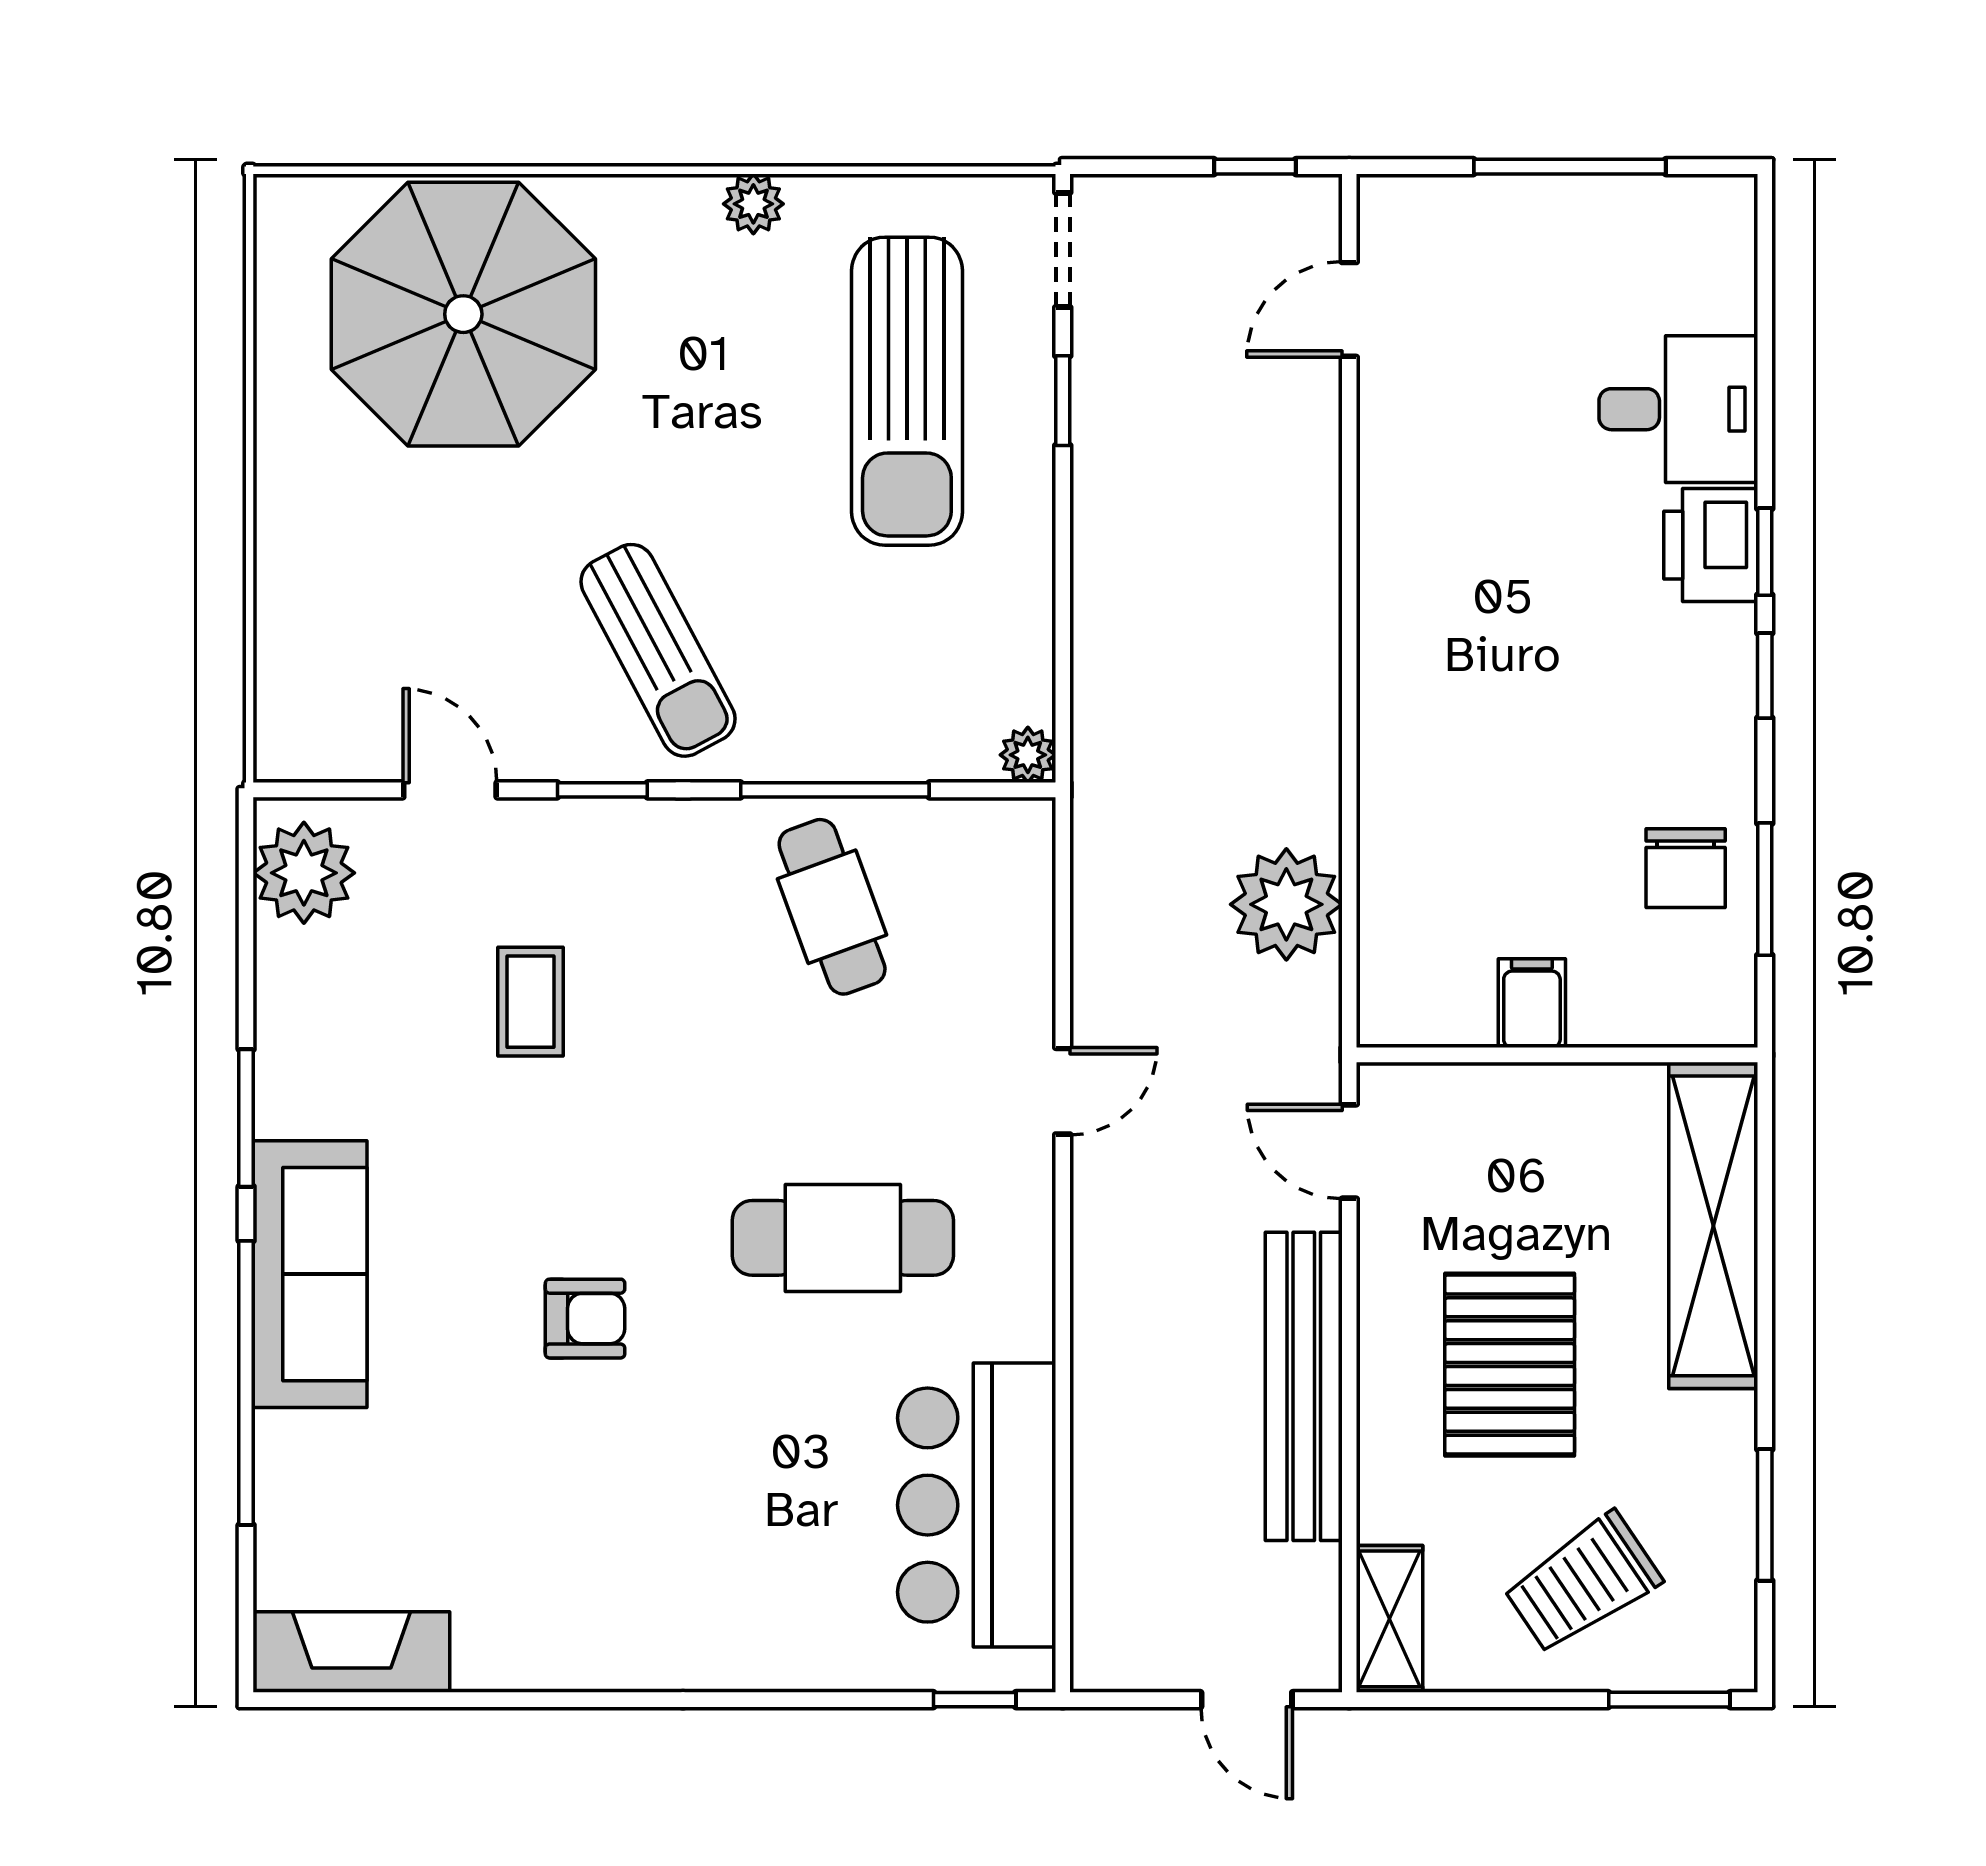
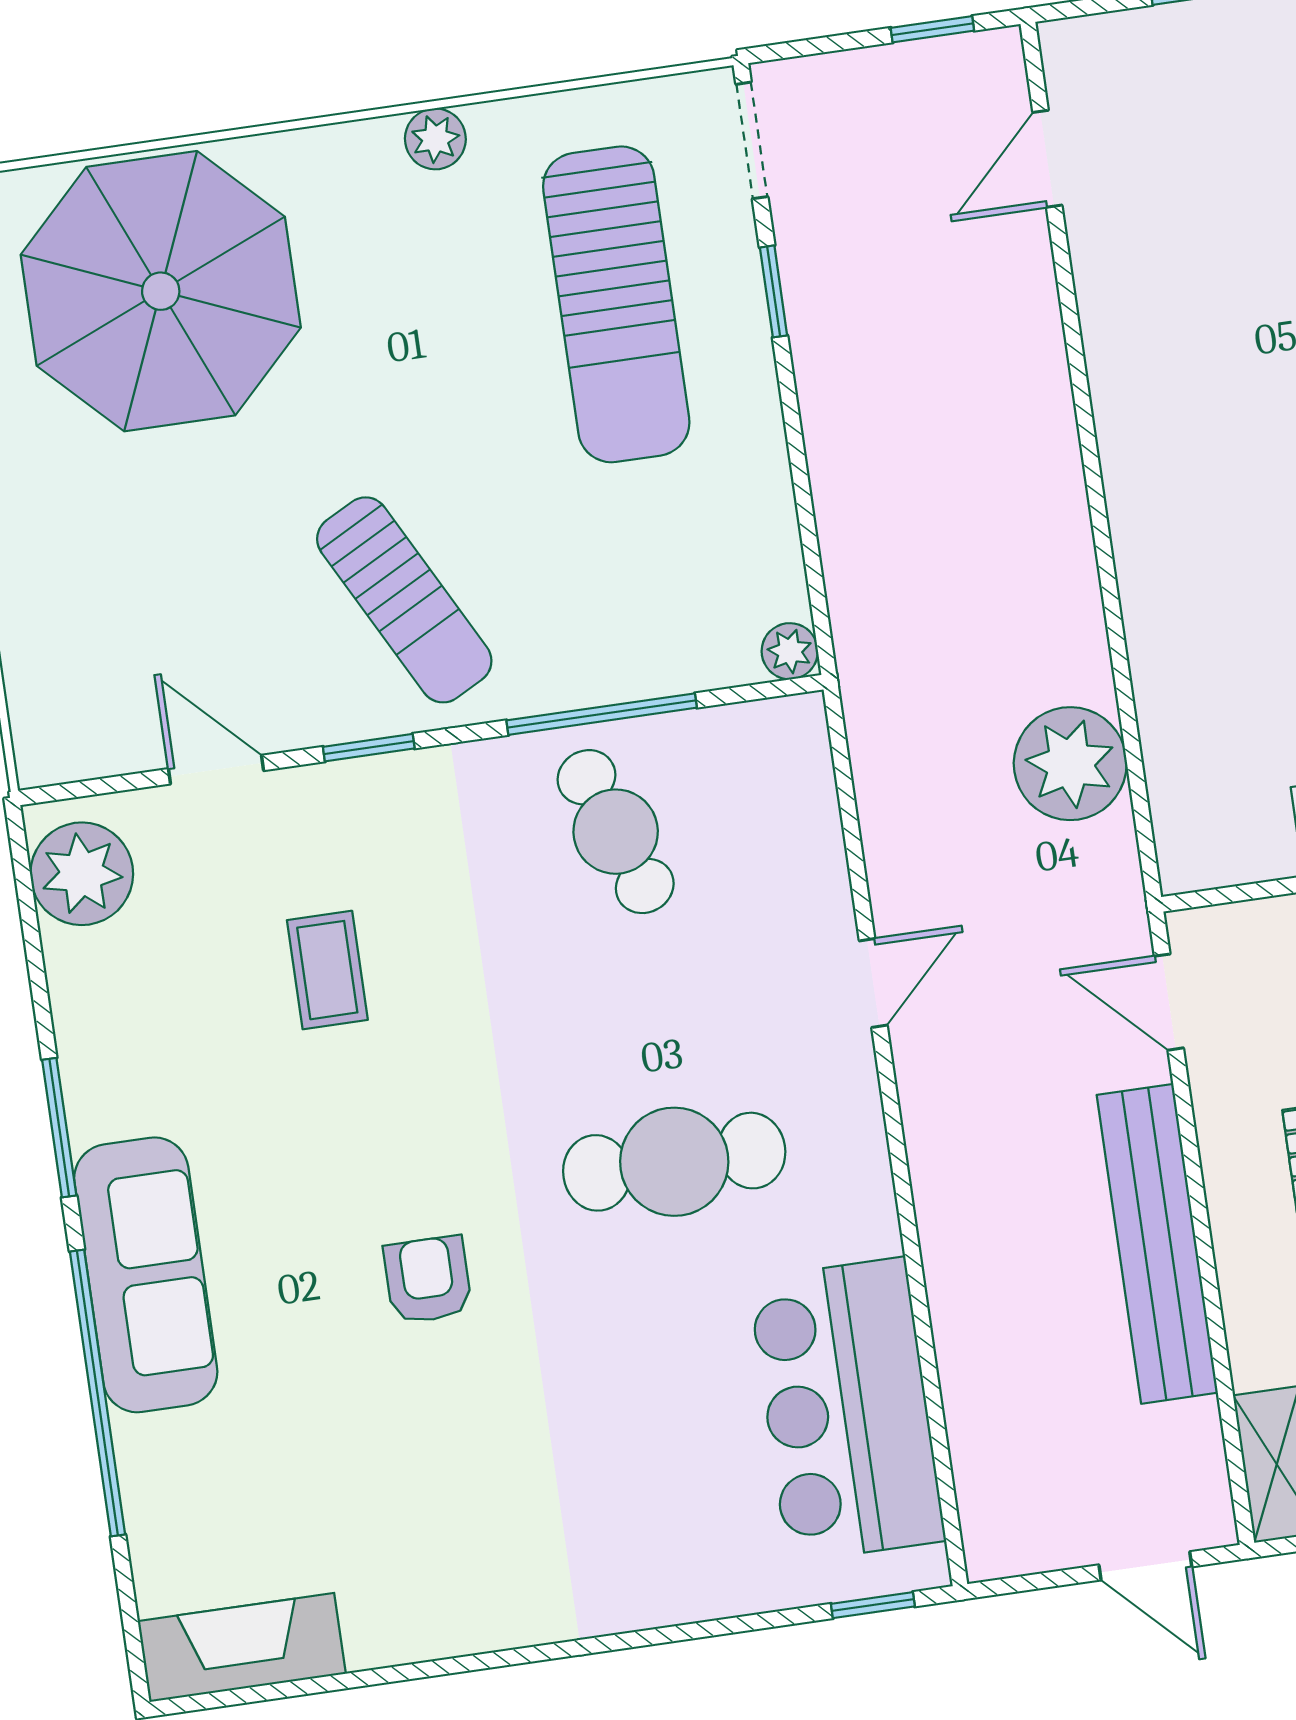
armchair: (585, 1319) -> (428, 1280), turned -90

